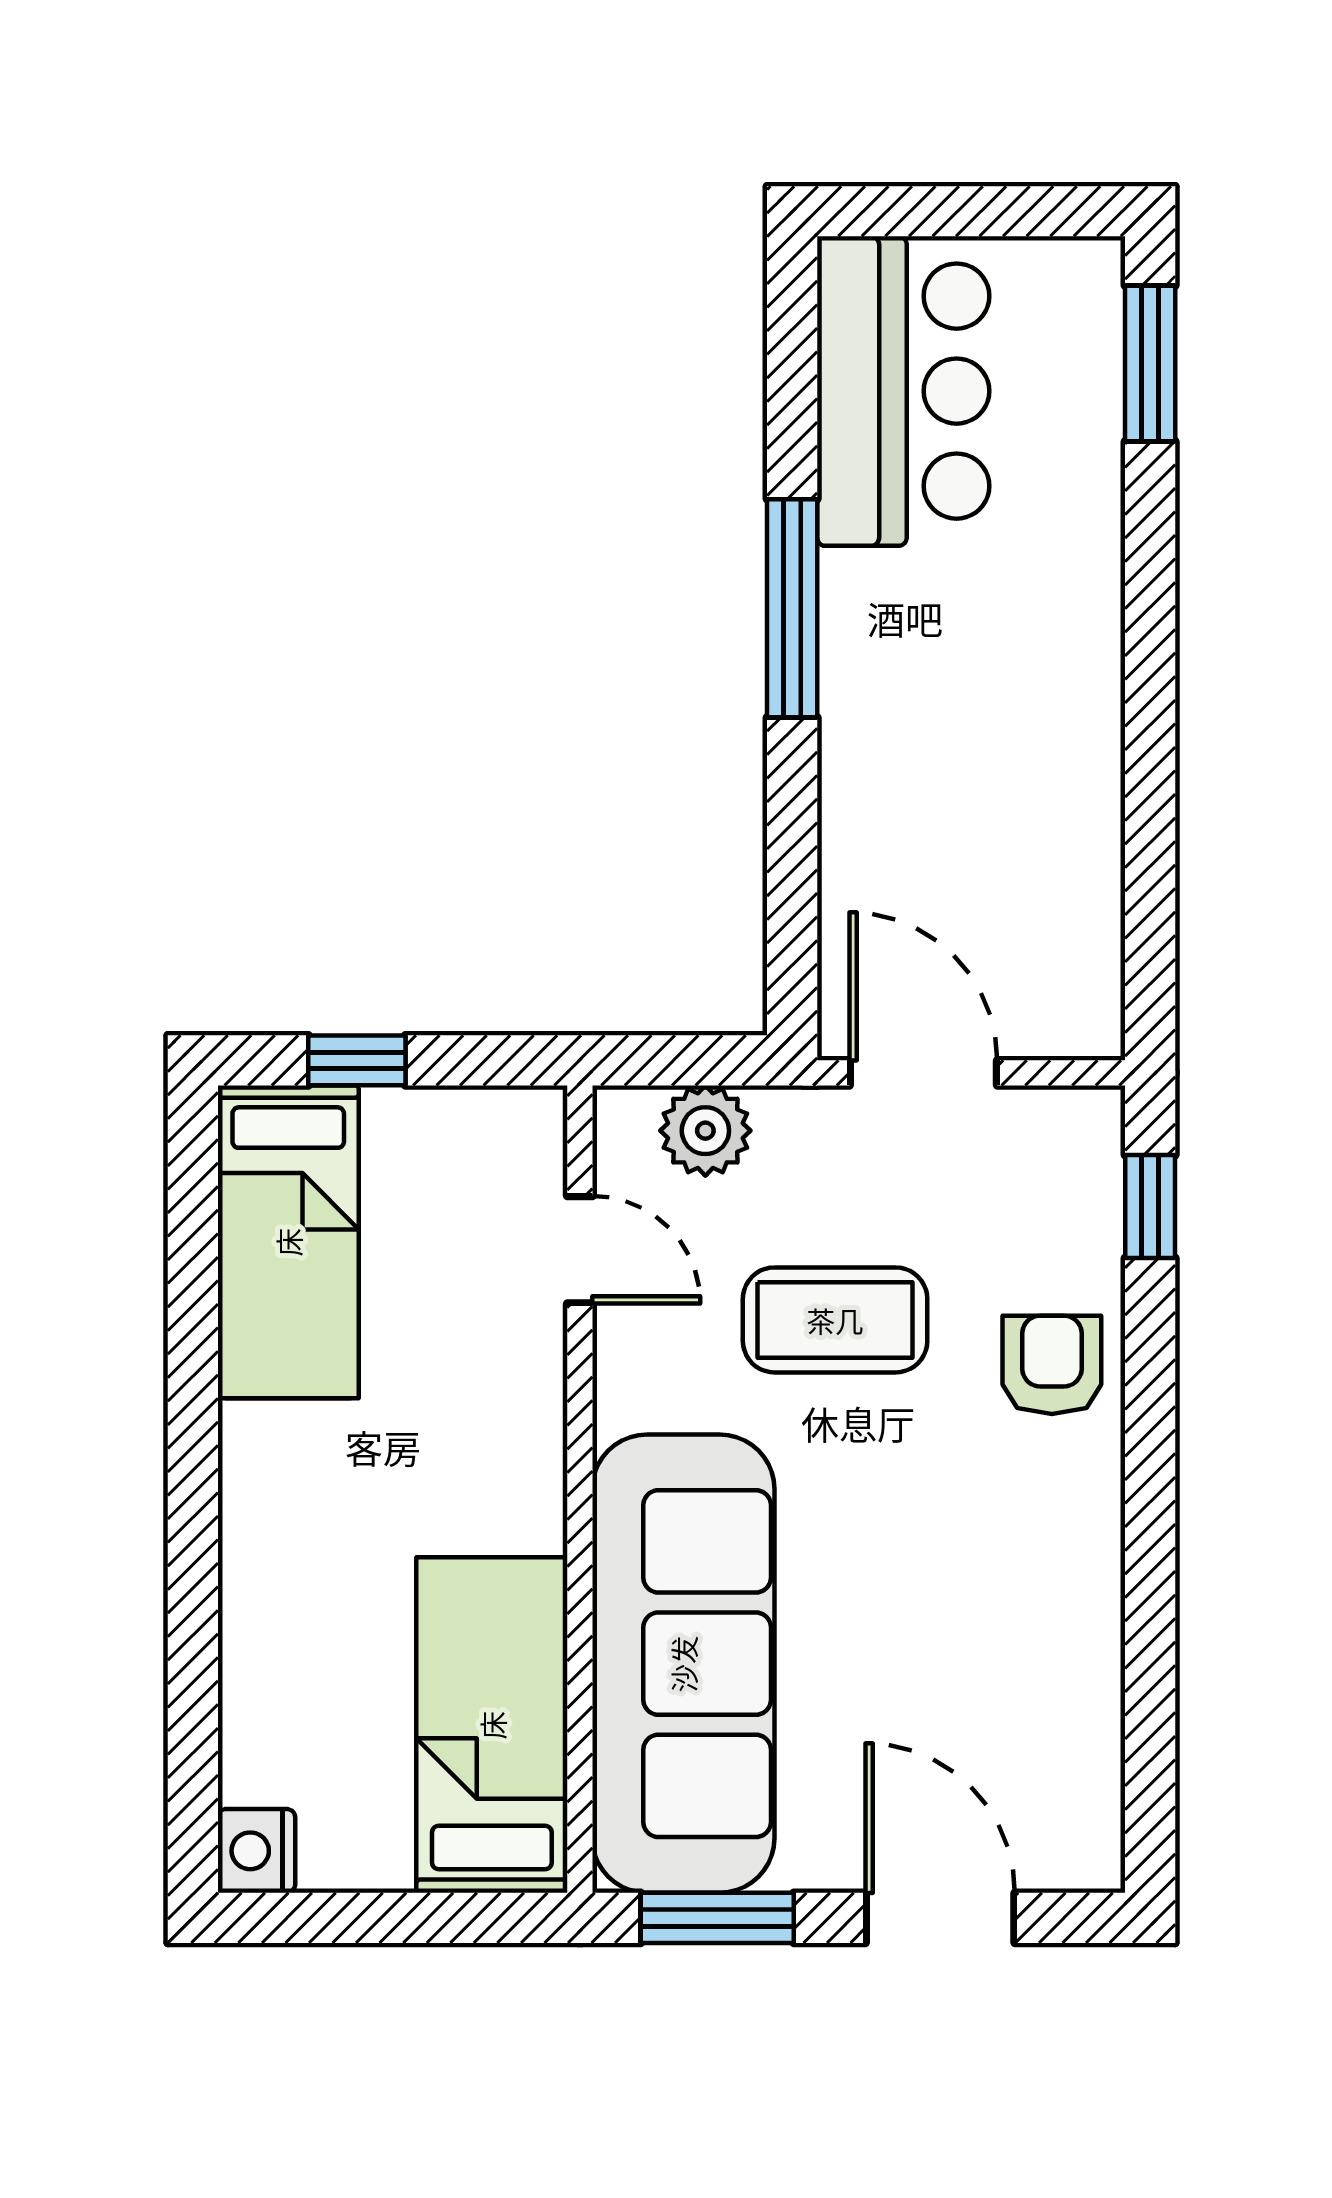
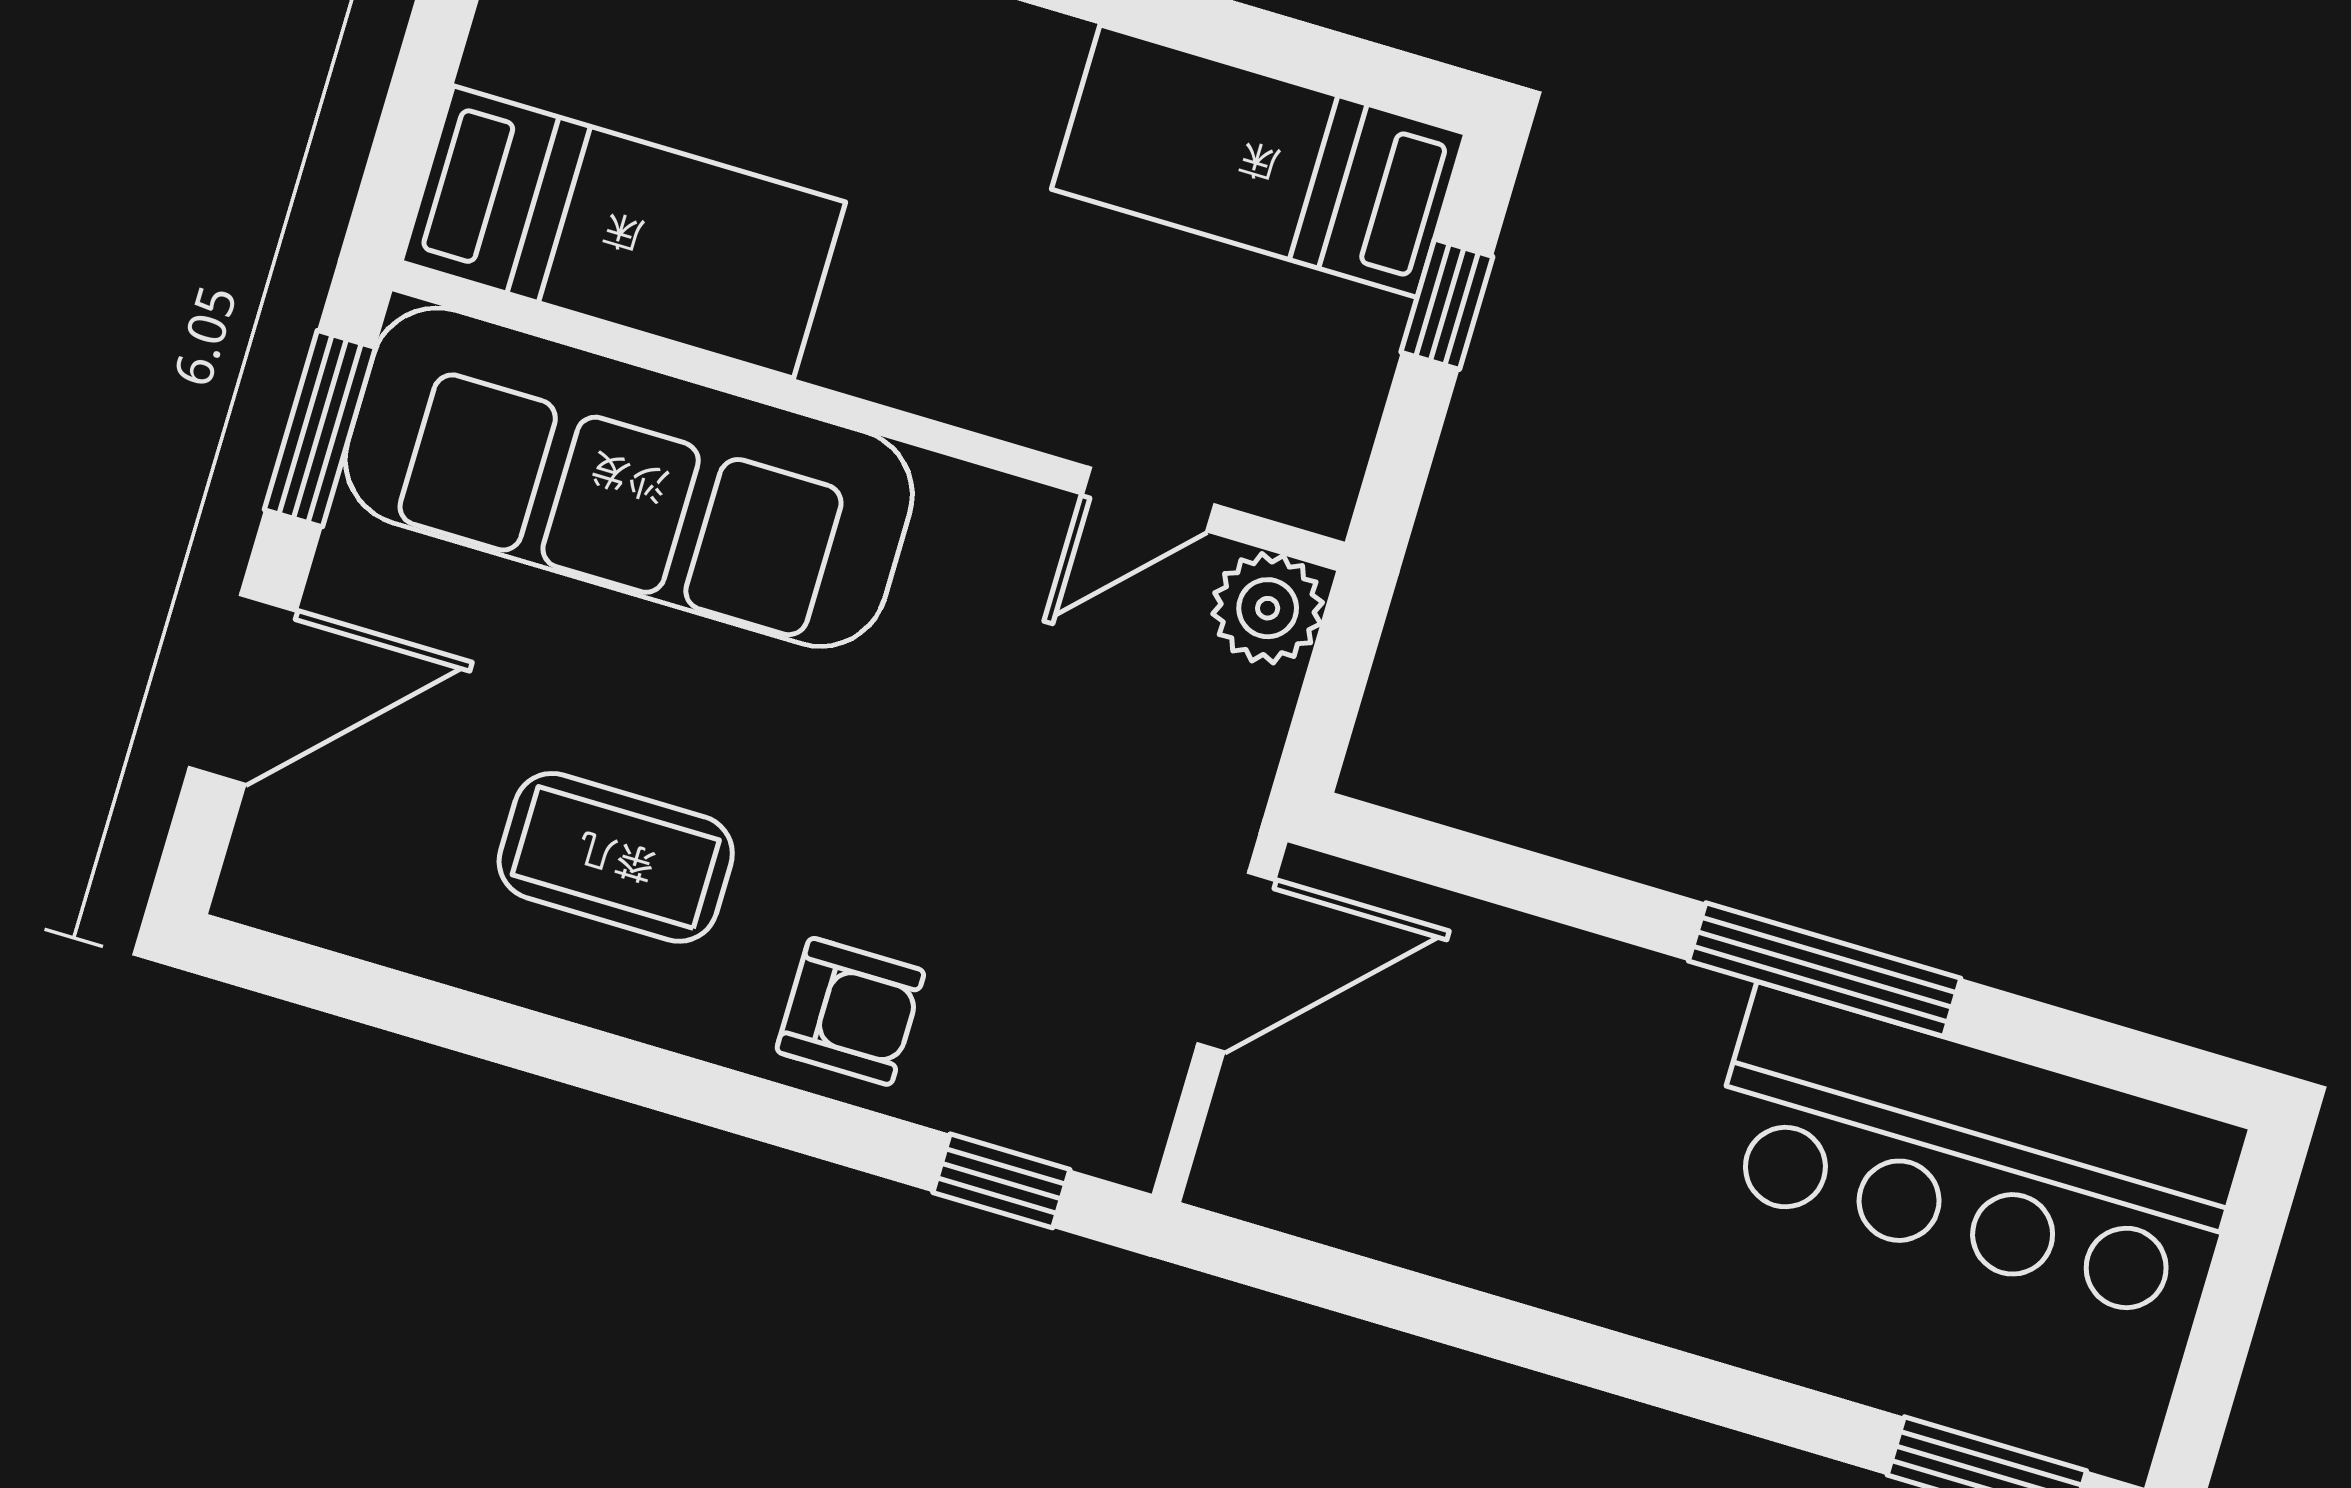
bar counter: (903, 391) -> (1974, 1155), width x1.36
plant: (705, 1131) -> (1268, 608), moved
coffee table: (835, 1320) -> (616, 857), moved, turned 90

